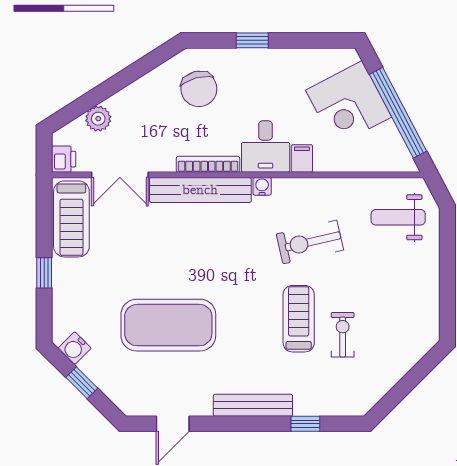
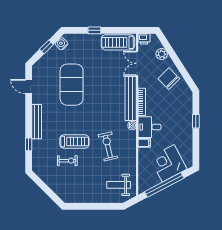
chair: (199, 89) -> (169, 79), moved, turned 60
weight bench: (398, 217) -> (119, 185), turned -90

